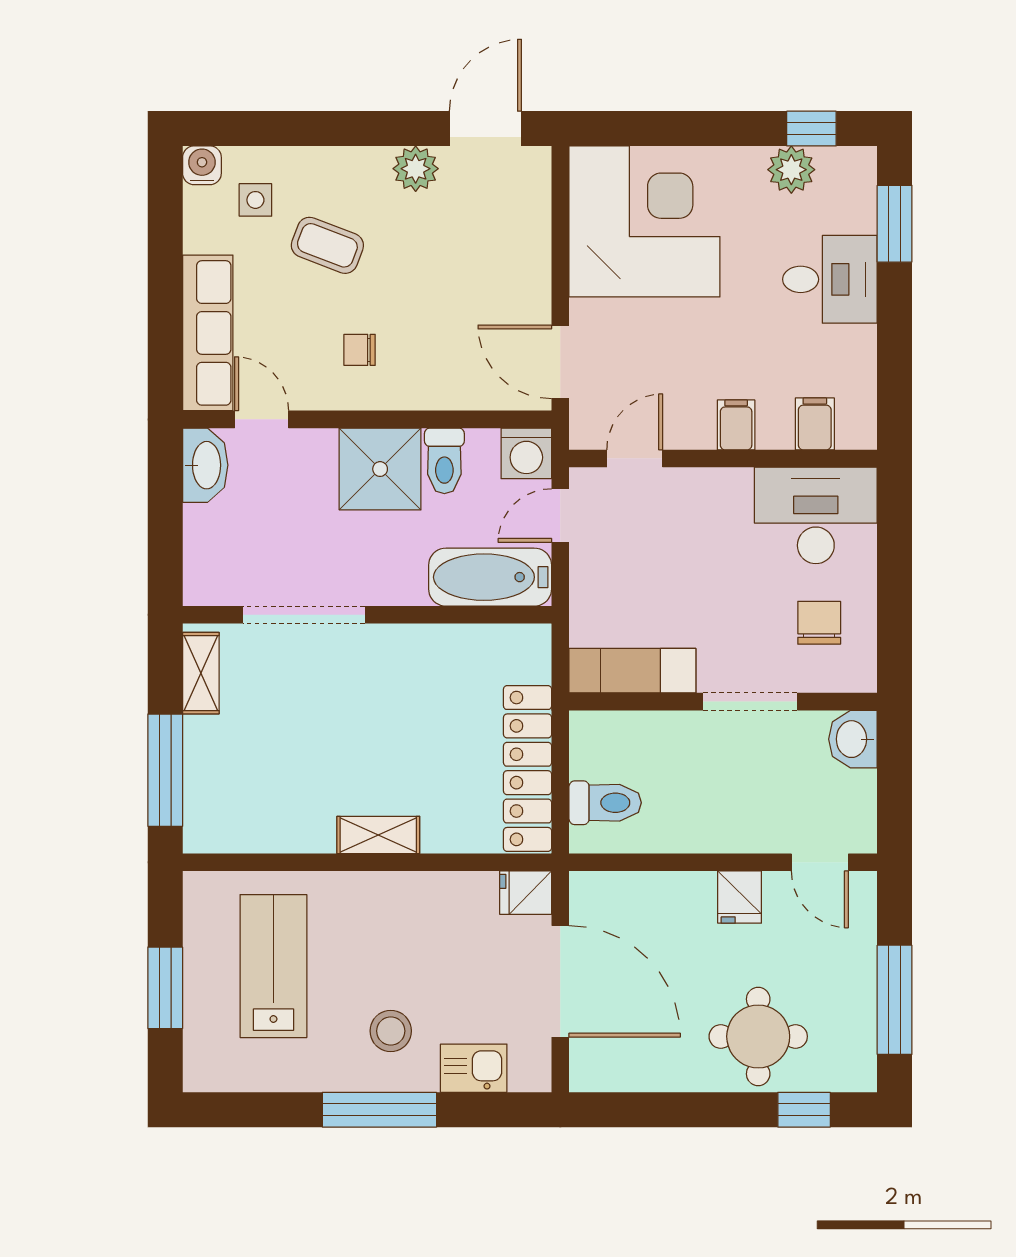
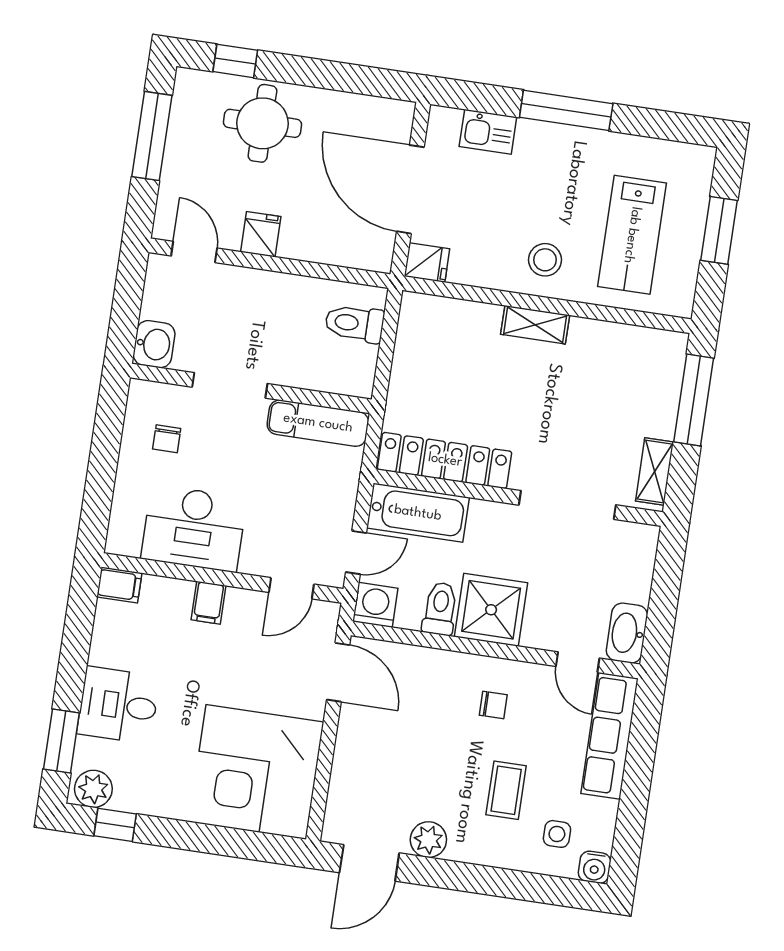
plant: (791, 170) -> (93, 789), moved
coffee table: (327, 245) -> (506, 790), turned 69
filing cabinet: (815, 424) -> (119, 585), moved, turned -90
desk: (816, 515) -> (194, 528), moved
chair: (819, 623) -> (167, 439), width x0.73, depth x0.73
locker: (528, 768) -> (445, 460), moved, turned -90
stool: (391, 1031) -> (545, 260), moved

